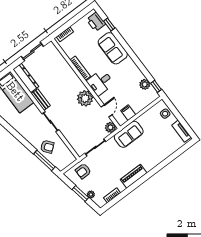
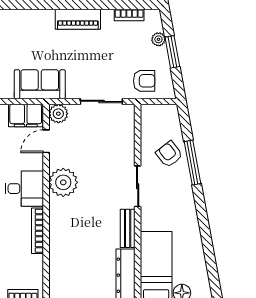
filing cabinet: (128, 113) -> (26, 116), width x2.00
window: (44, 160) -> (192, 163), moved

